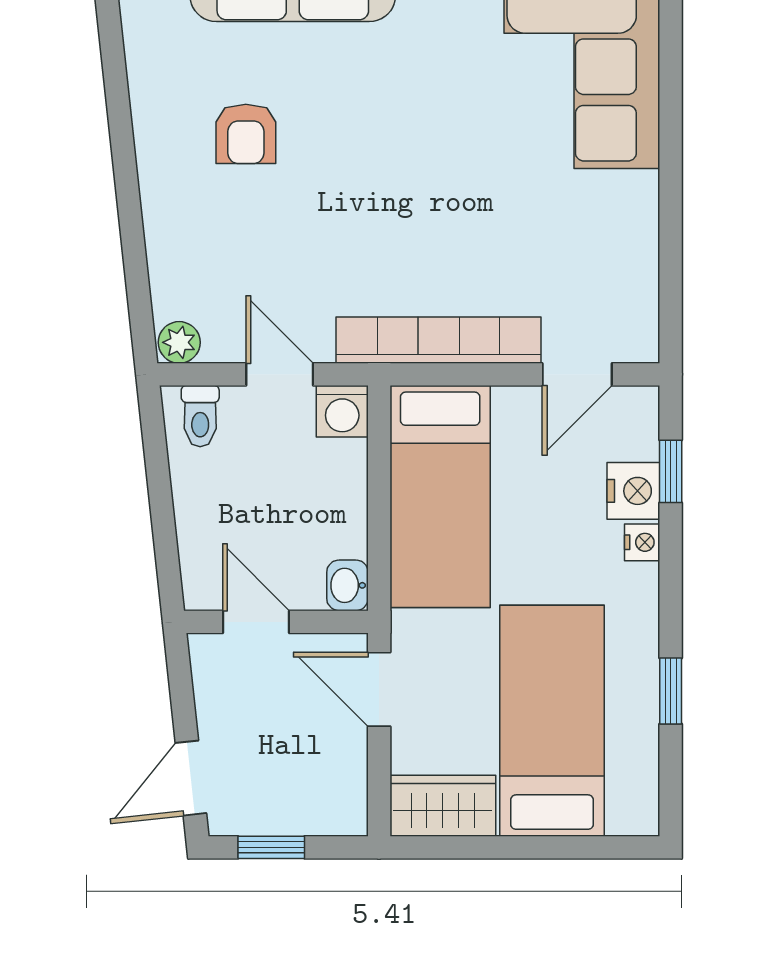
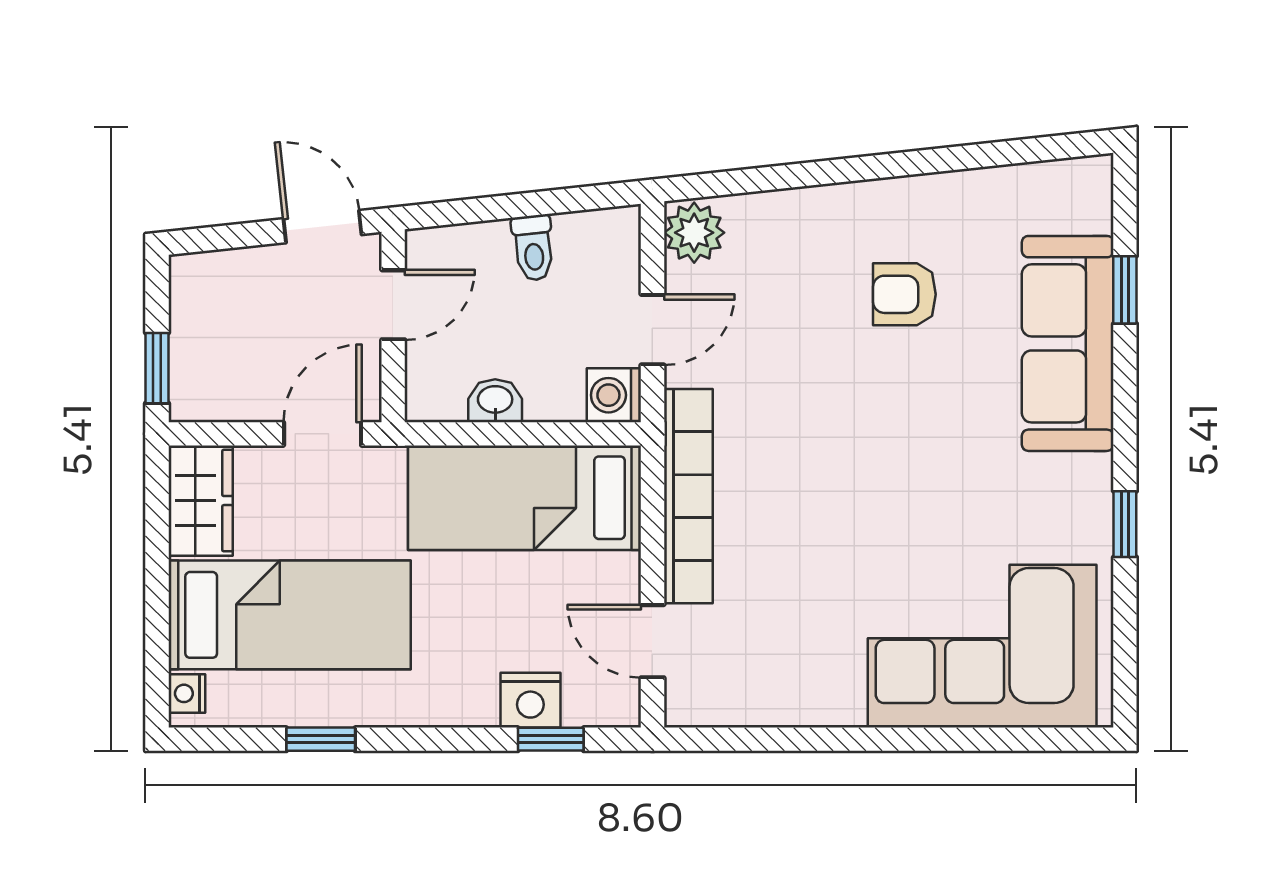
plant: (179, 342) -> (694, 233), width x1.38, depth x1.38
toilet: (200, 416) -> (533, 248), moved, turned -96
nightstand: (642, 542) -> (187, 693), moved, turned 90
washbasin: (347, 585) -> (495, 401), moved
door: (191, 778) -> (323, 227), moved
window: (271, 847) -> (157, 368), moved

